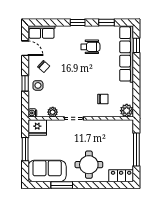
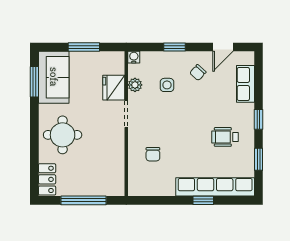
row of seats: (42, 32) -> (245, 84), moved
window: (136, 45) -> (203, 200), moved
wheelchair: (90, 47) -> (225, 137), turned 90
side table: (38, 85) -> (167, 85), moved
plant: (127, 111) -> (137, 187), removed
fridge: (37, 127) -> (114, 88), moved
window: (62, 185) -> (34, 82), moved

